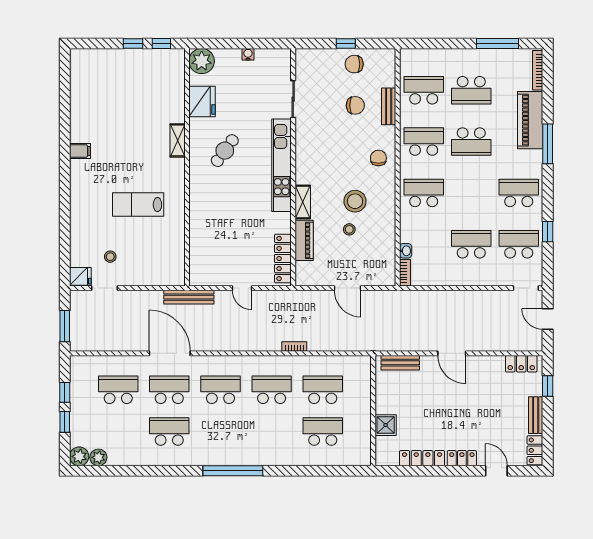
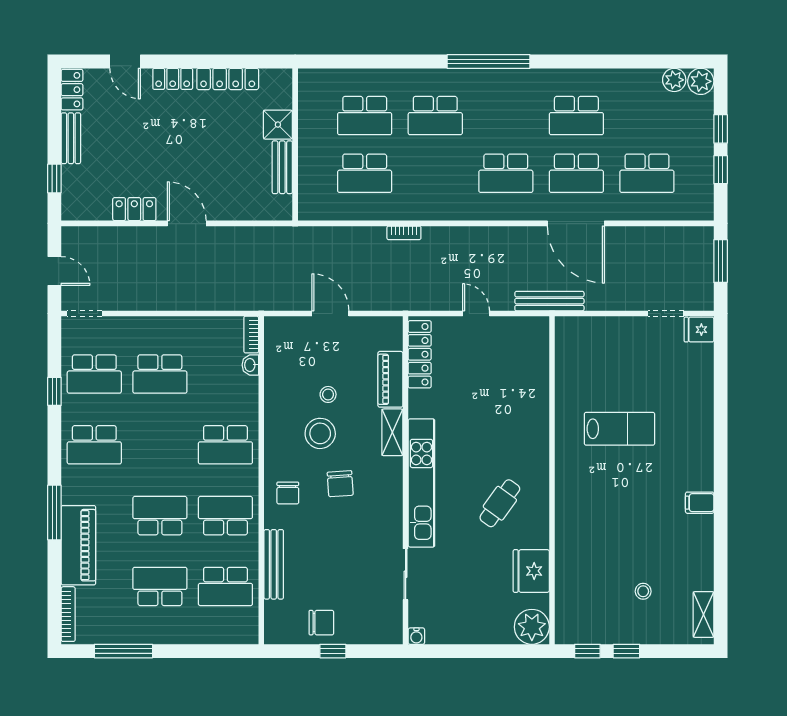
water cooler: (248, 54) -> (416, 636), moved
chair: (355, 105) -> (340, 484), moved, turned -94
bench: (389, 106) -> (274, 564), width x1.36
shelving: (178, 140) -> (704, 614), moved
school desk: (424, 142) -> (225, 516), turned 180
stool: (110, 257) -> (643, 591), moved
bench: (400, 363) -> (282, 167), moved, turned 90
locker: (521, 364) -> (134, 209), moved
school desk: (272, 390) -> (435, 116), moved

